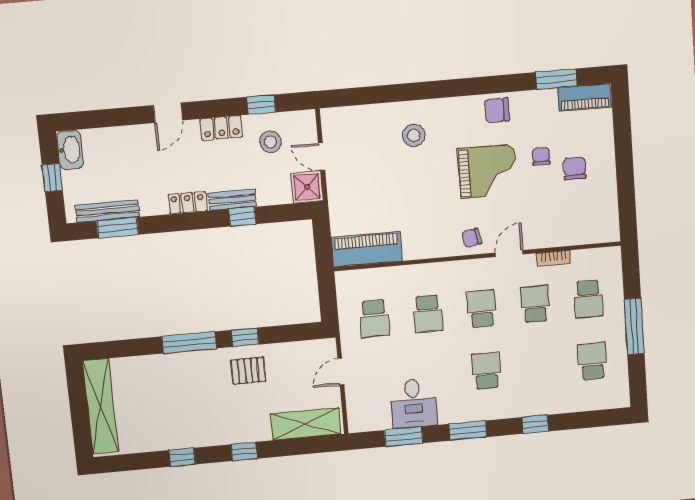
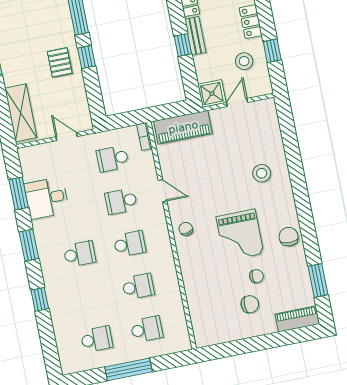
piano: (585, 97) -> (297, 319), moved, turned 90
piano: (367, 249) -> (183, 127), moved, turned 90
door: (509, 253) -> (163, 191), moved
bookcase: (553, 258) -> (145, 136), moved
school desk: (588, 299) -> (147, 329), turned 180

